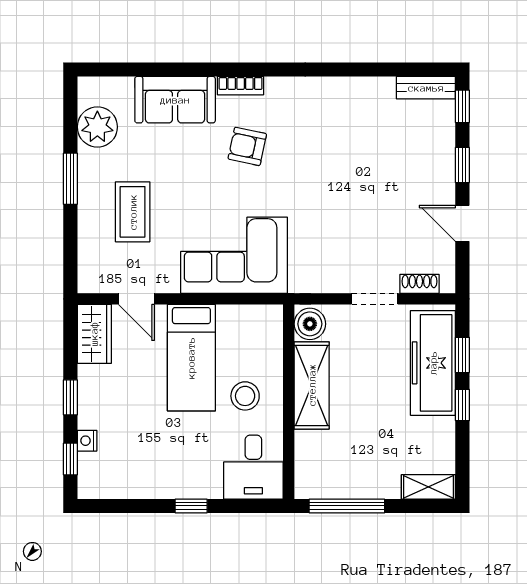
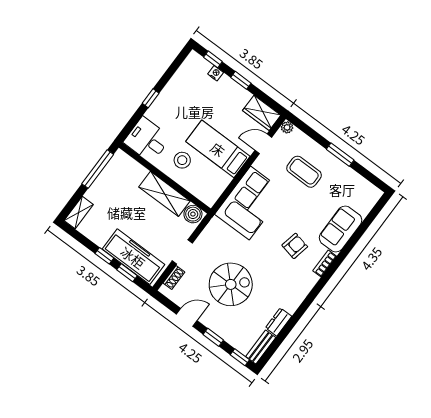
dresser: (372, 89) -> (279, 322), added
plant: (97, 127) -> (287, 127), moved, width x0.53, depth x0.53
spiral stairs: (369, 196) -> (231, 284), added

